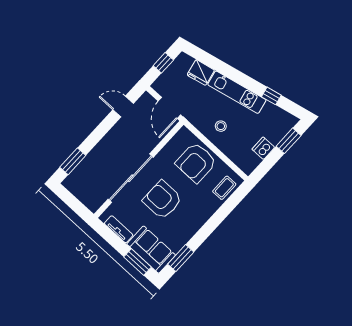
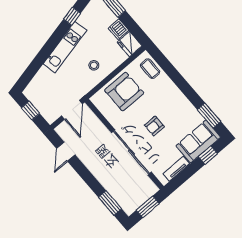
fridge: (201, 72) -> (130, 44), moved, turned 103
door: (169, 108) -> (72, 110), hinge flipped
armchair: (196, 163) -> (124, 92), turned -90
armchair: (162, 200) -> (154, 126), width x0.53, depth x0.53
window: (73, 203) -> (148, 207), added
window: (138, 262) -> (208, 155), width x0.67

